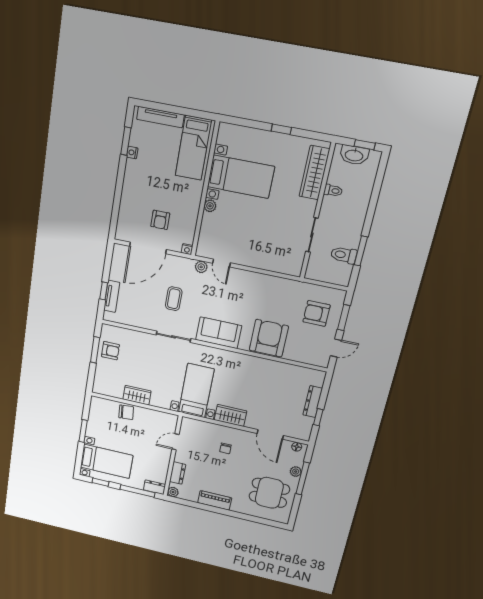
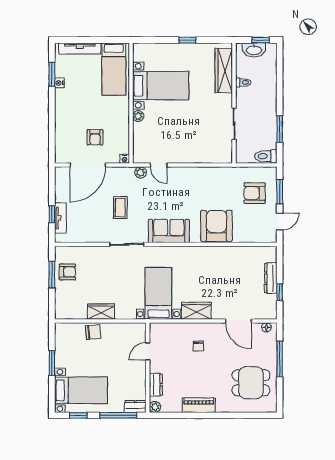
toilet: (344, 255) -> (266, 156), moved
plant: (296, 472) -> (271, 354), removed

